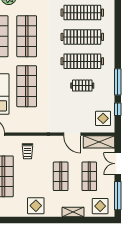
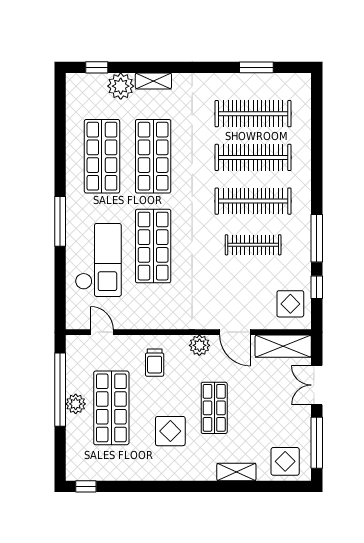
clothes rail: (82, 86) -> (253, 245), width x1.36
plant: (52, 141) -> (199, 345), added
shop shelf: (89, 176) -> (266, 408), removed
display table: (36, 206) -> (170, 431), moved

